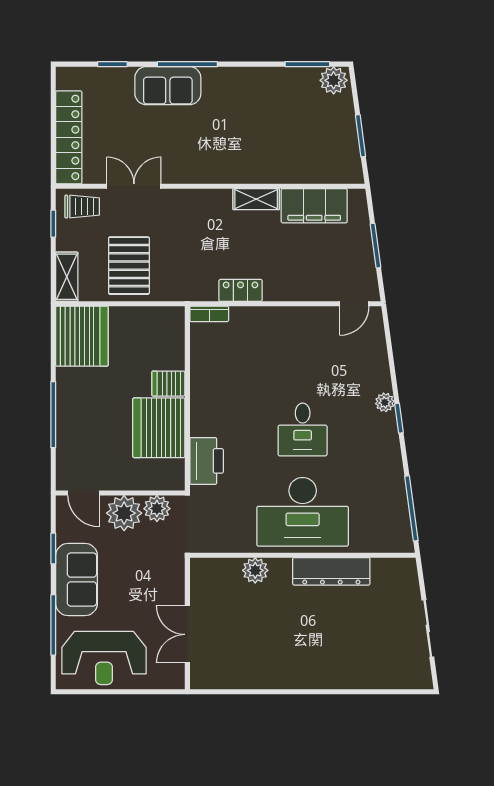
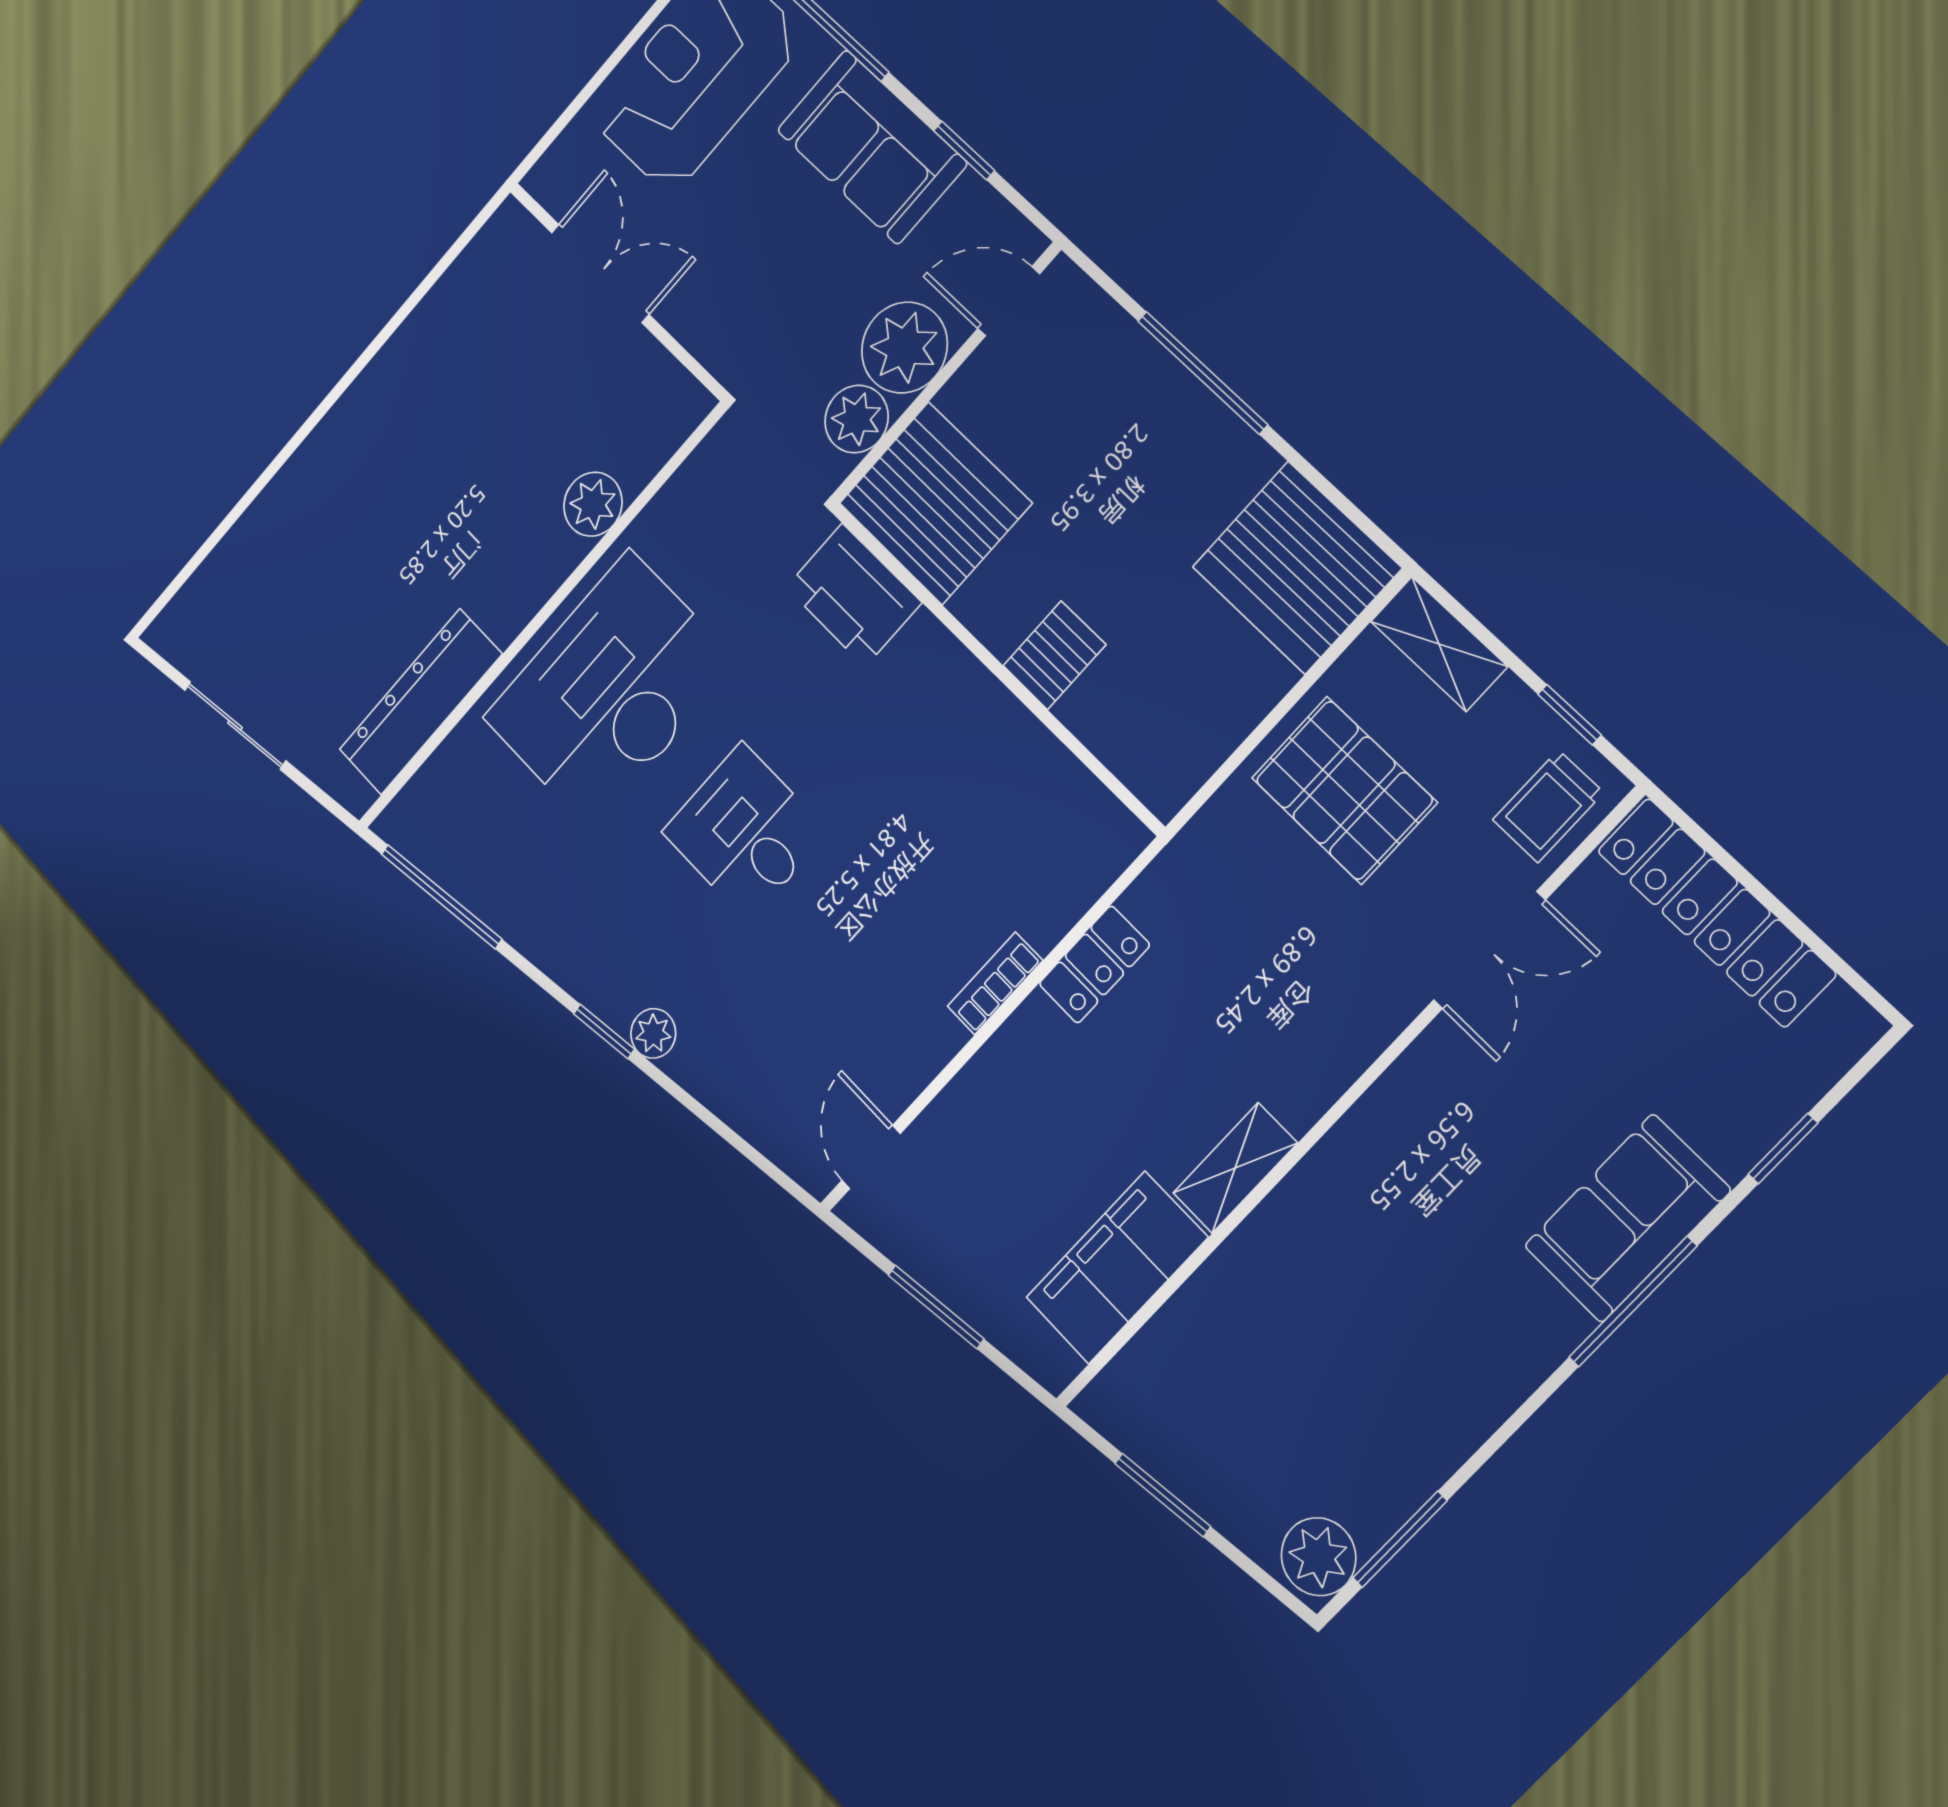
bookcase: (209, 314) -> (995, 983), moved
server rack: (159, 428) -> (935, 503), moved
dresser: (331, 571) -> (420, 702), moved

